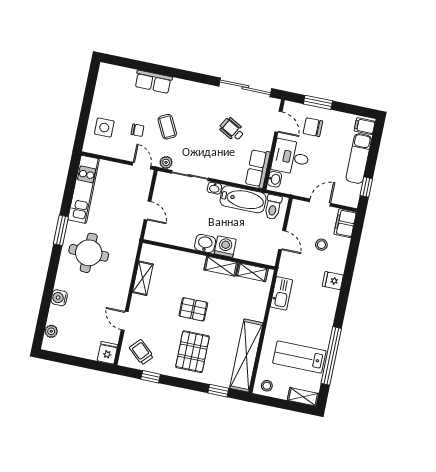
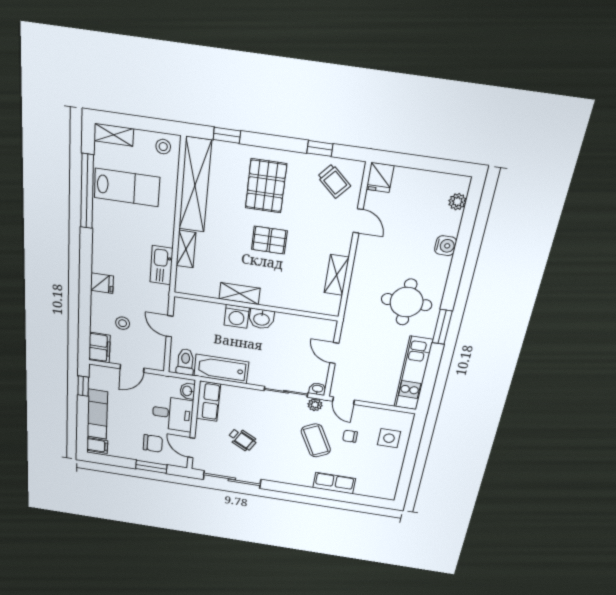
coffee table: (167, 127) -> (316, 440), width x1.36, depth x1.30
washbasin: (214, 188) -> (318, 389), moved
shelving: (252, 272) -> (186, 249), moved, turned 90

